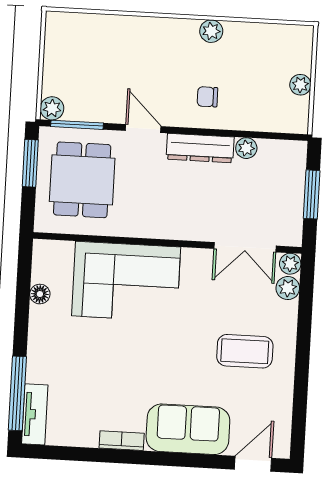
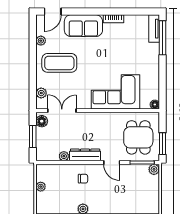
floor lamp: (290, 227) -> (42, 121), added
plant: (290, 264) -> (41, 41), moved
floor lamp: (40, 294) -> (155, 105), moved
coffee table: (245, 351) -> (59, 63), width x1.36, depth x1.32

